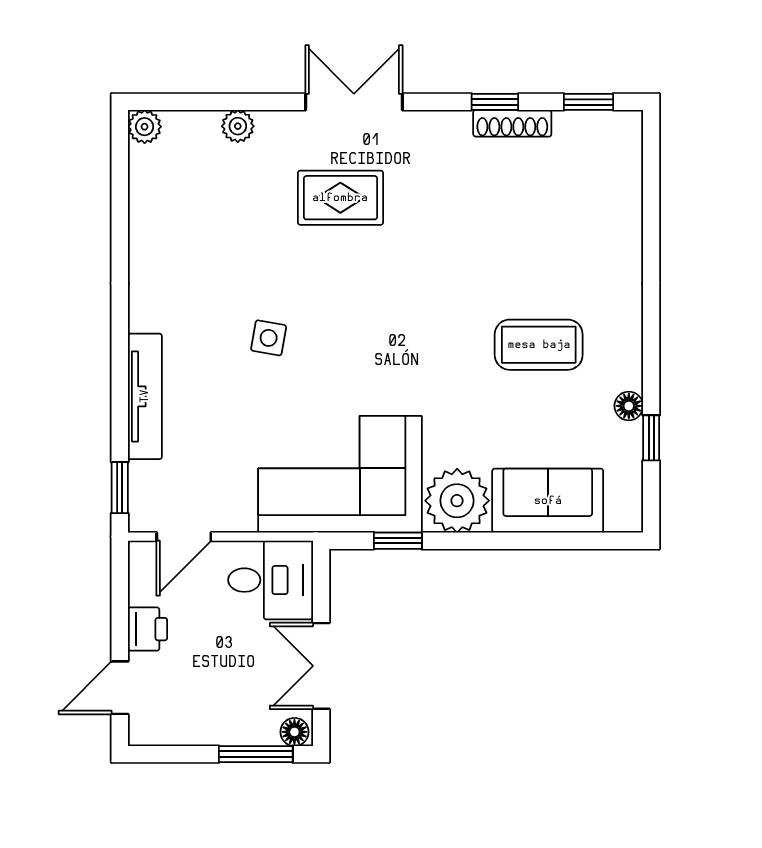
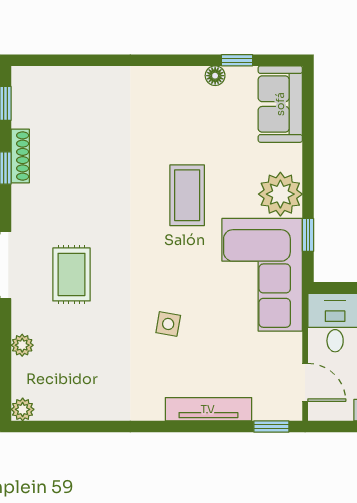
coffee table: (539, 345) -> (187, 195), moved
sofa: (548, 501) -> (280, 104), moved

